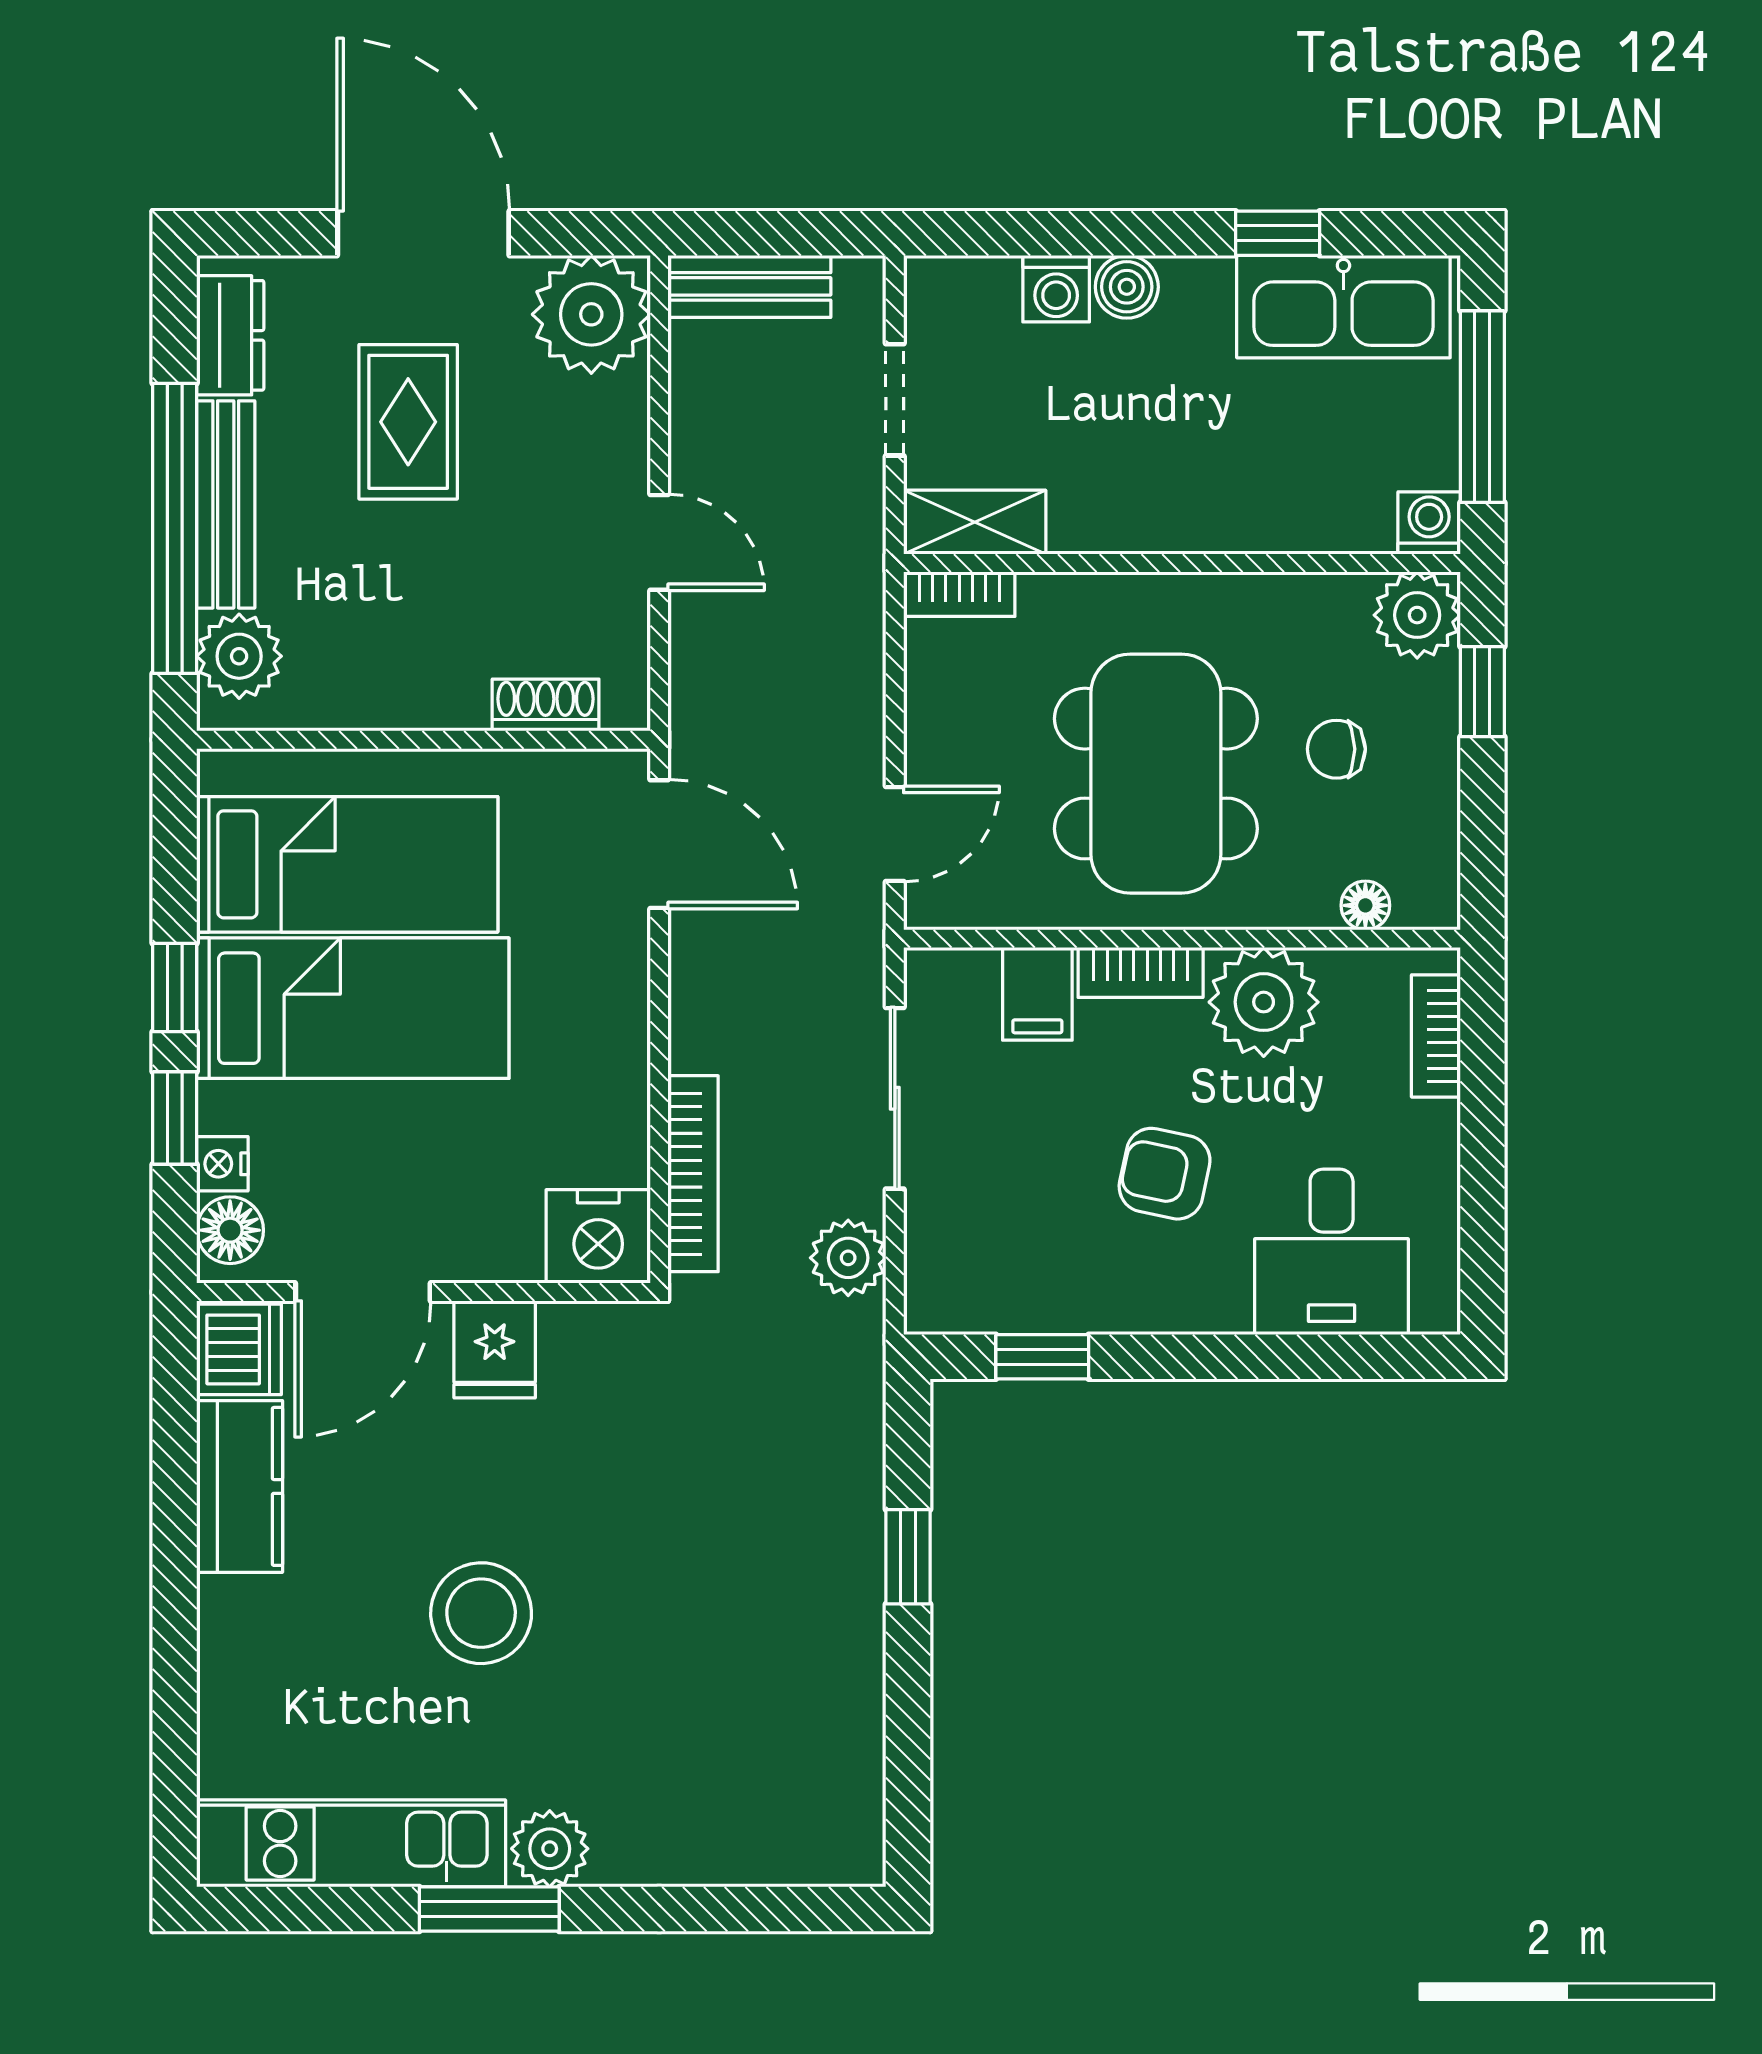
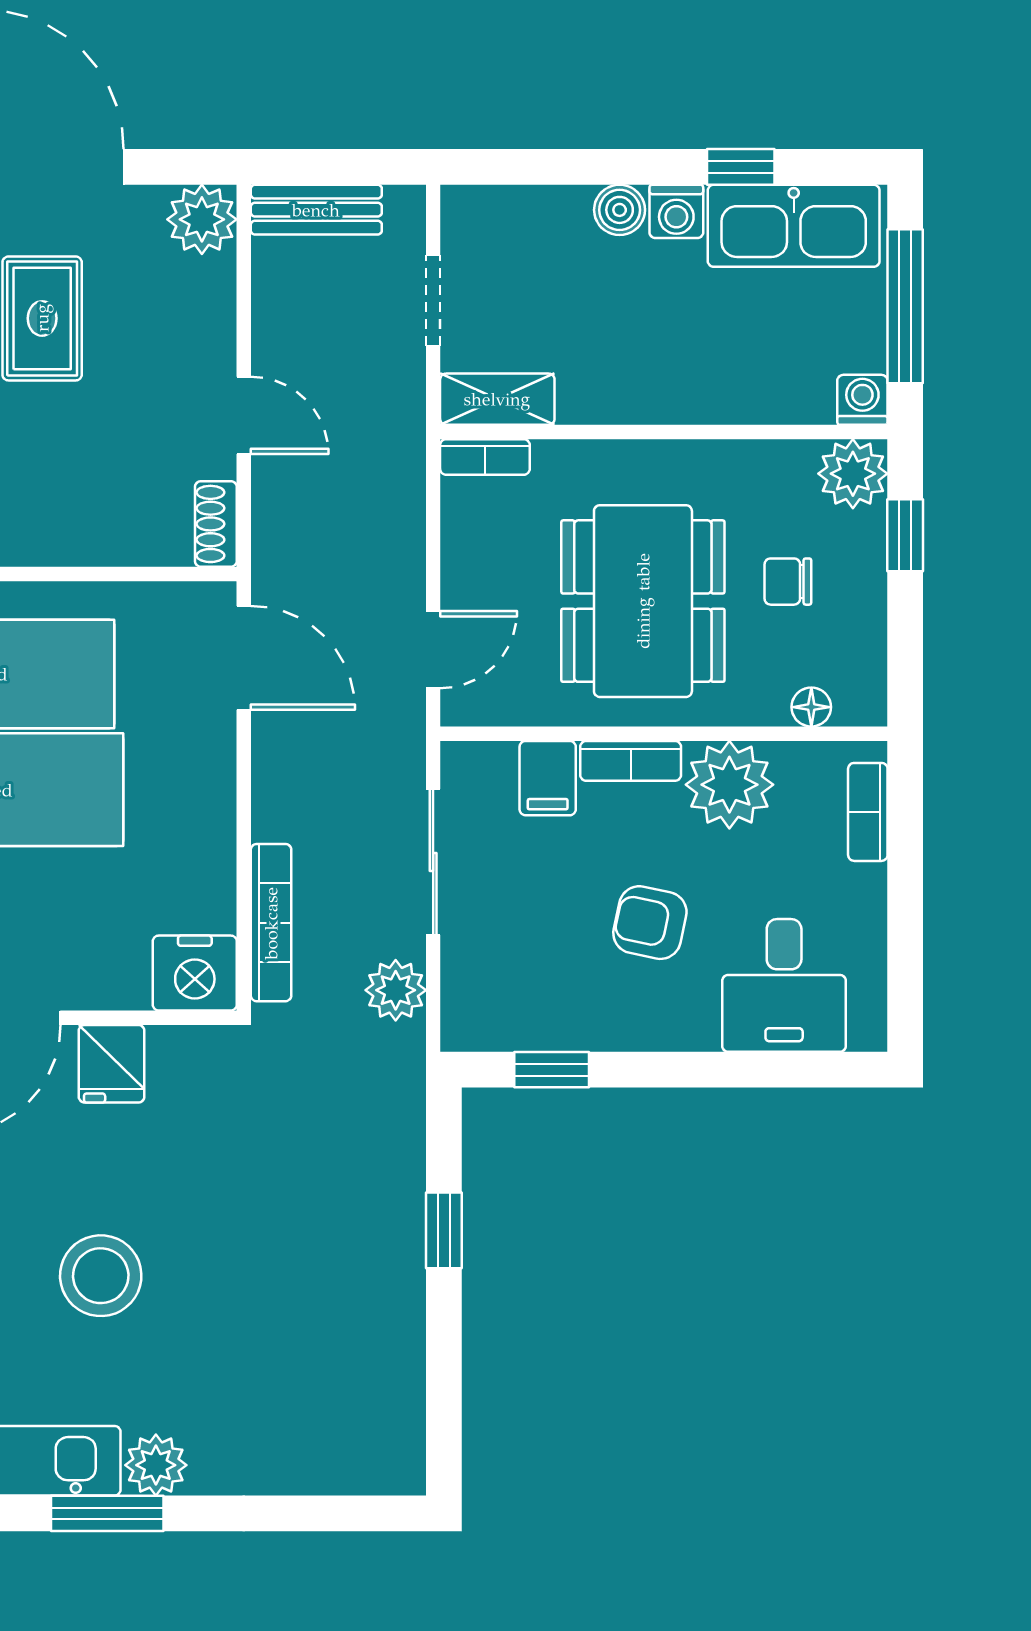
washing machine: (1056, 289) -> (676, 211), moved
plant: (591, 314) -> (202, 219), width x0.73, depth x0.73
shoe rack: (546, 705) -> (216, 524), moved, turned -90

